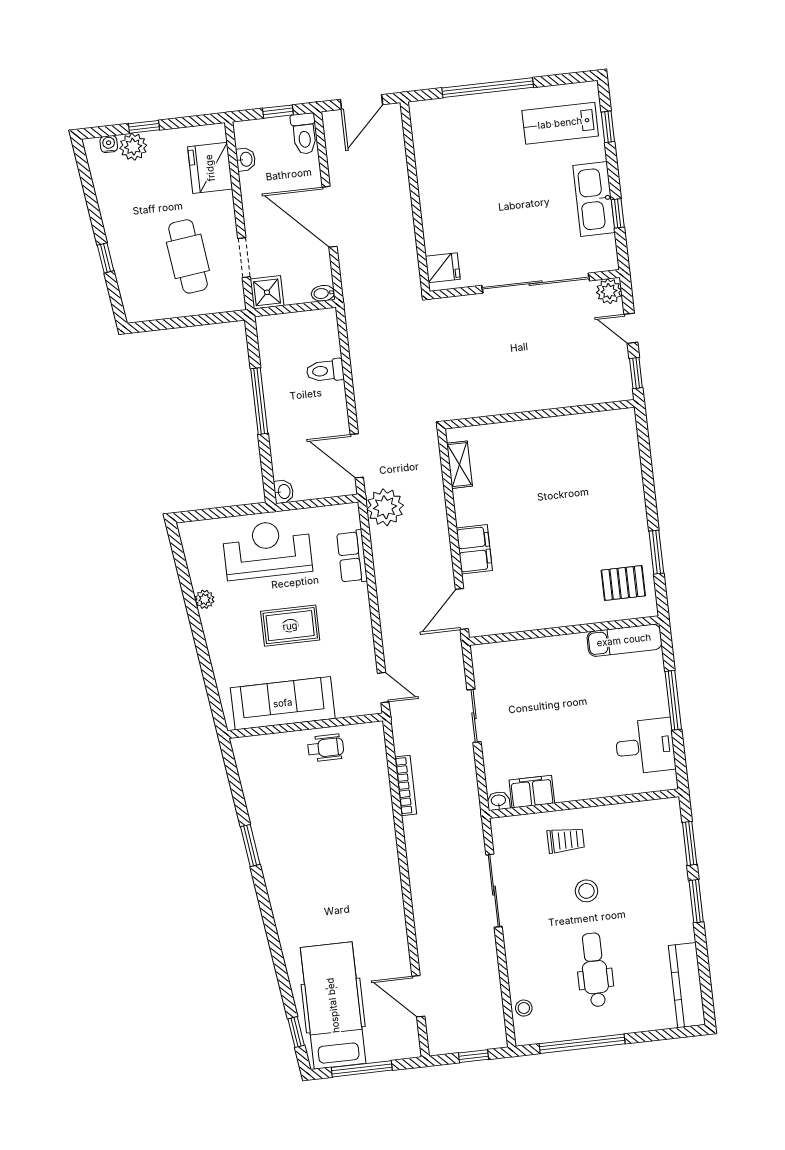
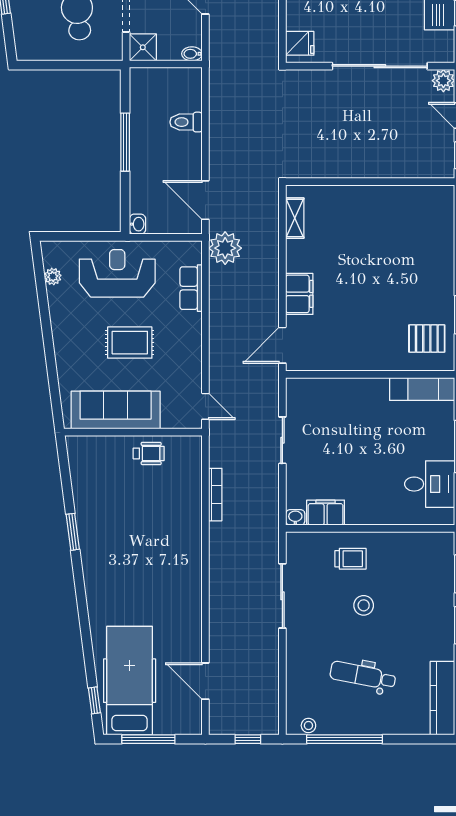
plant: (205, 599) -> (53, 276), moved
dental chair: (595, 970) -> (363, 676), turned -79
stool: (524, 1008) -> (308, 726), moved

